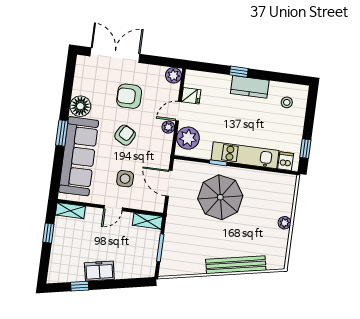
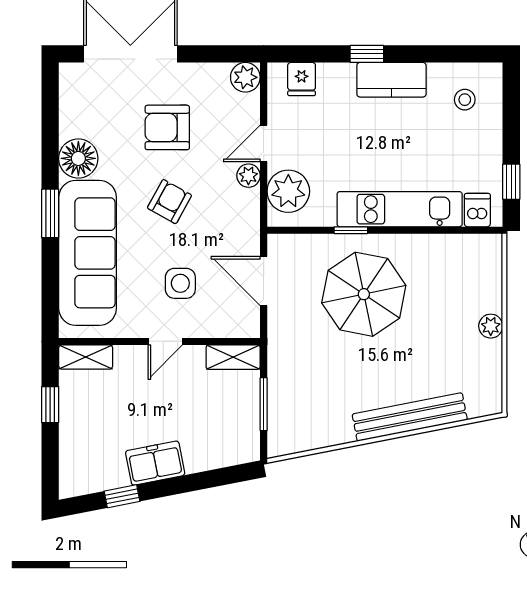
fridge: (191, 96) -> (302, 79), moved, turned 90

